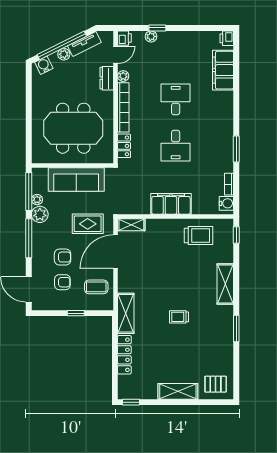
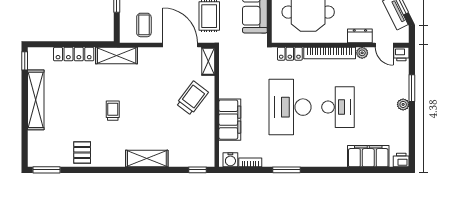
window: (157, 28) -> (412, 88), width x1.50
plant: (151, 36) -> (403, 104), moved
desk: (176, 99) -> (338, 107), width x1.37
desk: (176, 146) -> (290, 107), width x1.87, depth x1.30
filing cabinet: (171, 204) -> (230, 120), moved
trolley: (199, 235) -> (192, 98), moved, turned -143
window: (236, 329) -> (46, 170), moved
pallet: (216, 384) -> (82, 152), moved
shelving: (178, 391) -> (36, 100), width x1.47

